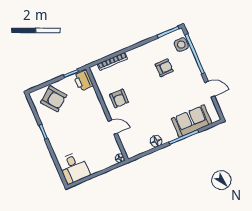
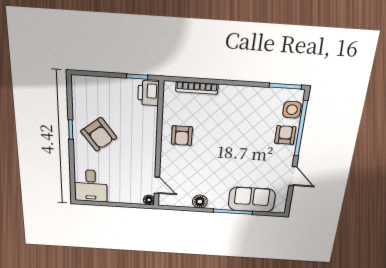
armchair: (164, 68) -> (285, 135), moved, turned -89
armchair: (54, 99) -> (99, 134), moved
door: (113, 127) -> (157, 185), moved

